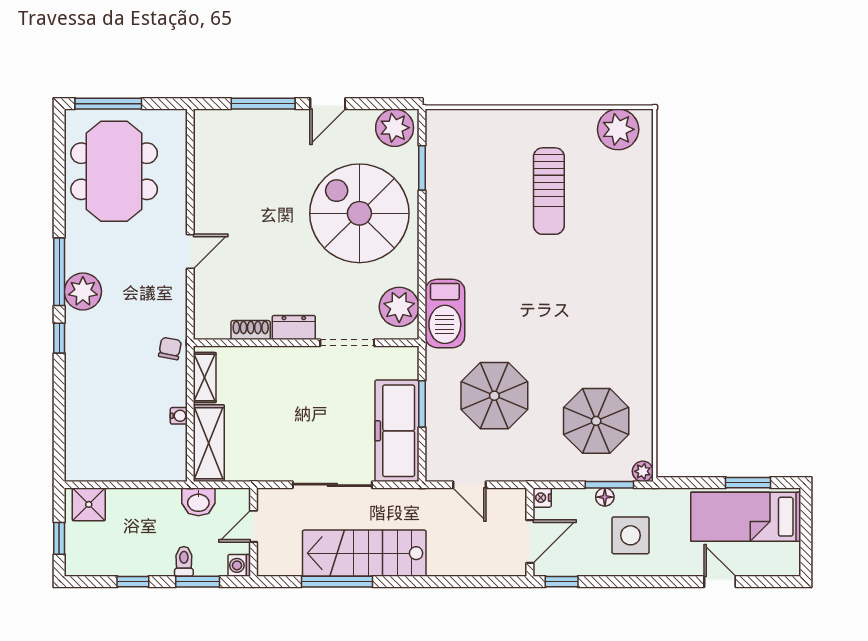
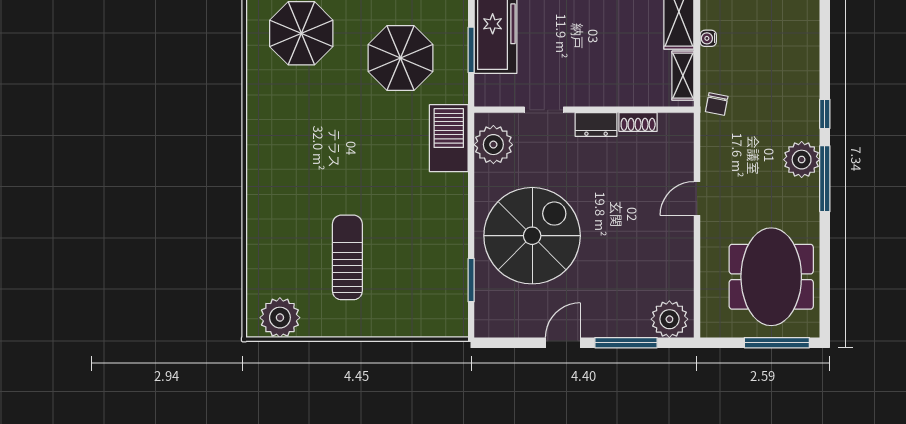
plant: (395, 128) -> (669, 319), moved
spiral stairs: (359, 213) -> (532, 236), turned -90
doorway: (347, 343) -> (544, 110), width x0.73

